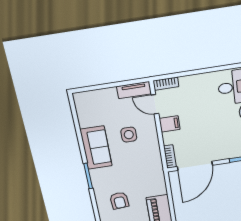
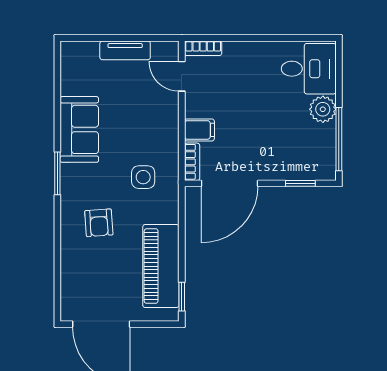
tv unit: (134, 90) -> (125, 50), moved
filing cabinet: (170, 124) -> (199, 130), moved
side table: (129, 135) -> (143, 177), moved

